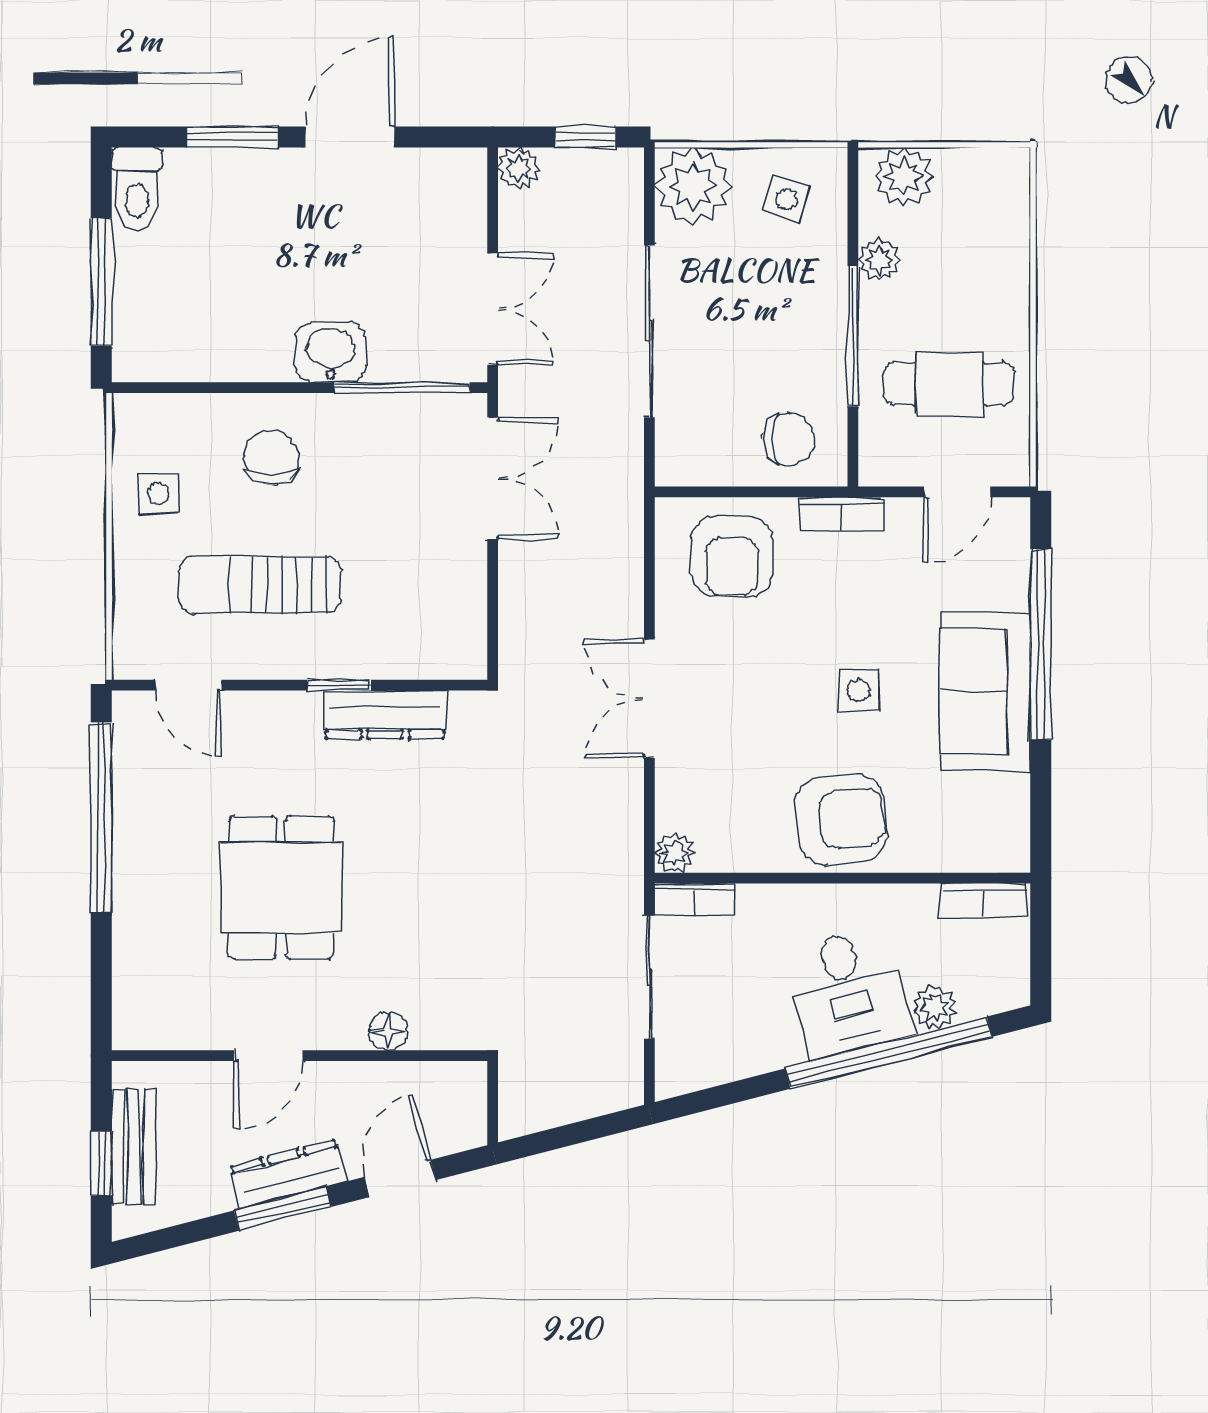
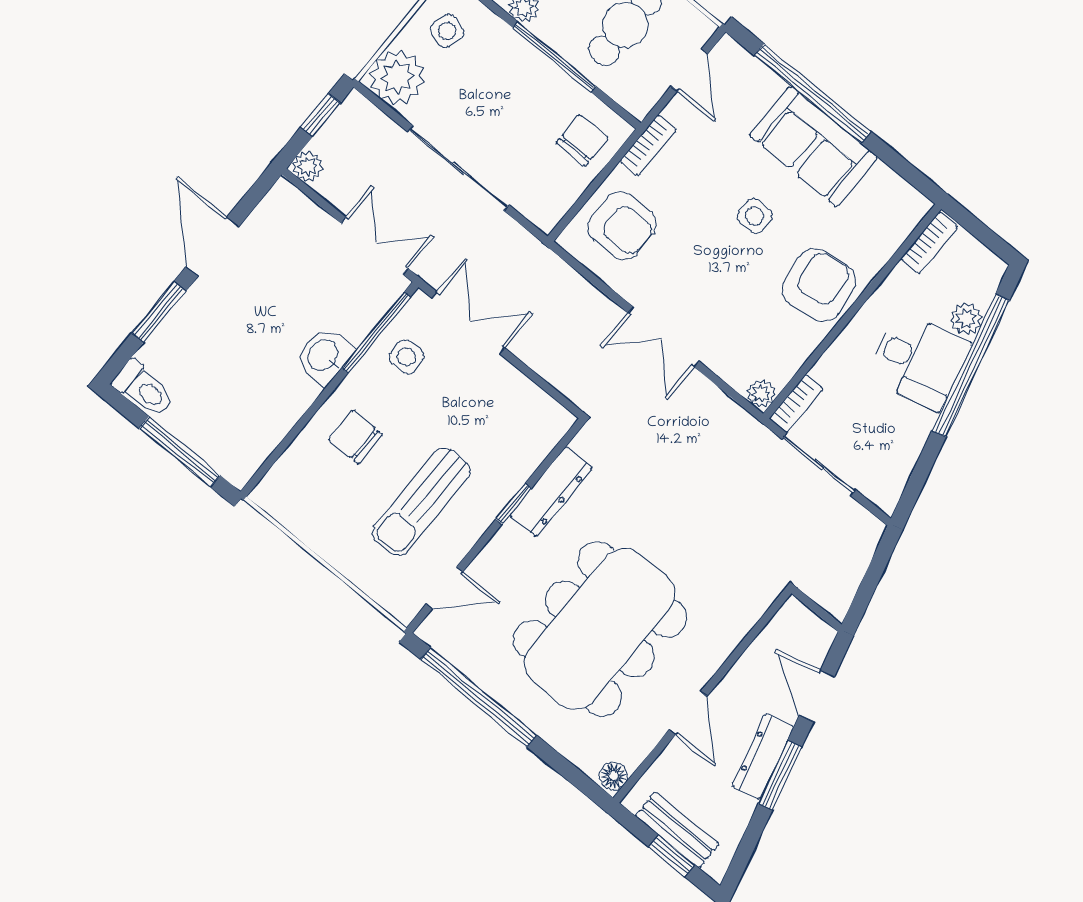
side table: (158, 494) -> (406, 357), moved
dining table: (281, 887) -> (600, 629), width x1.88, depth x1.24
floor lamp: (388, 1031) -> (614, 776), moved

